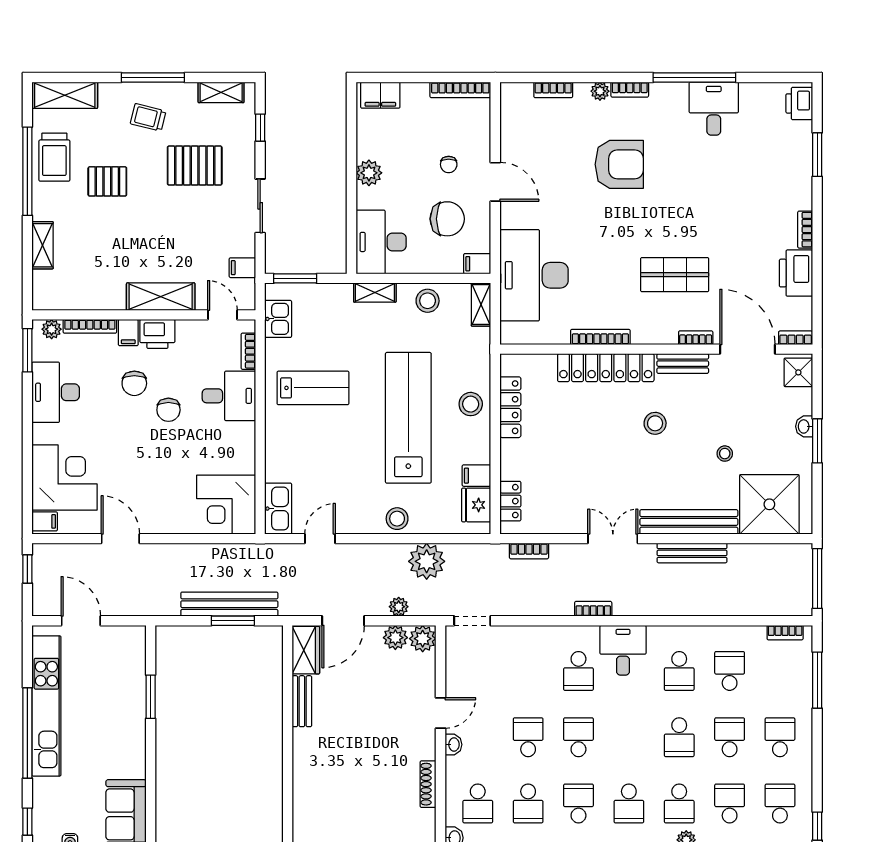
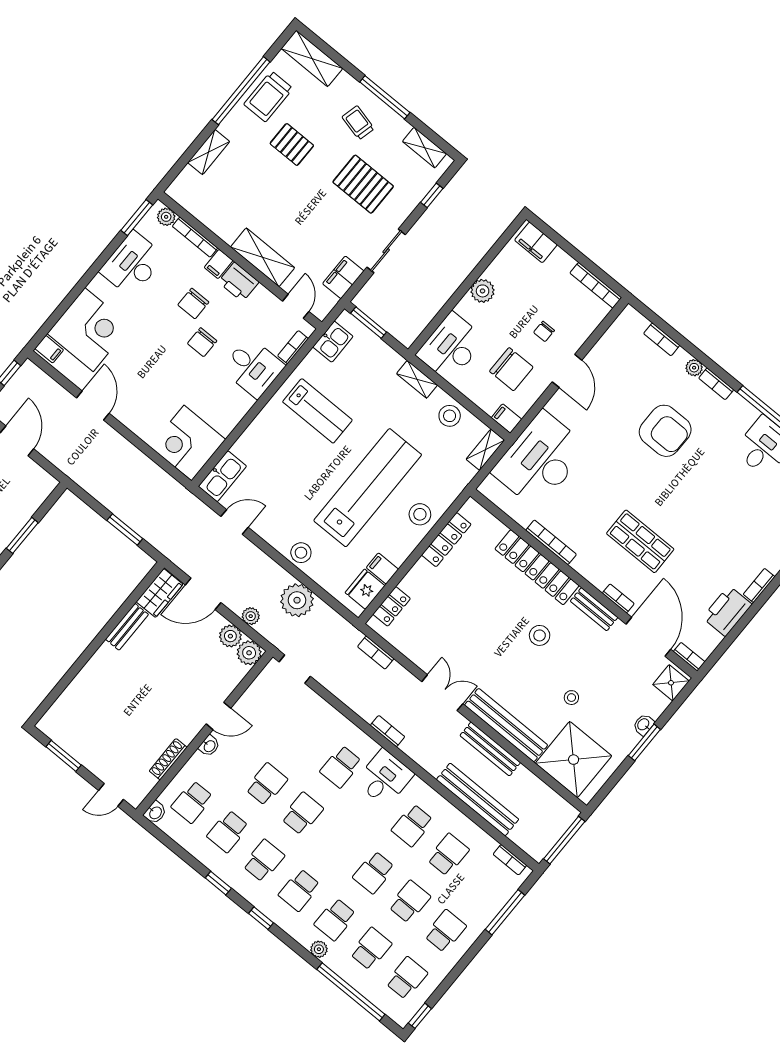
filing cabinet: (242, 268) -> (343, 277), width x2.00
bench: (229, 604) -> (478, 799), moved

